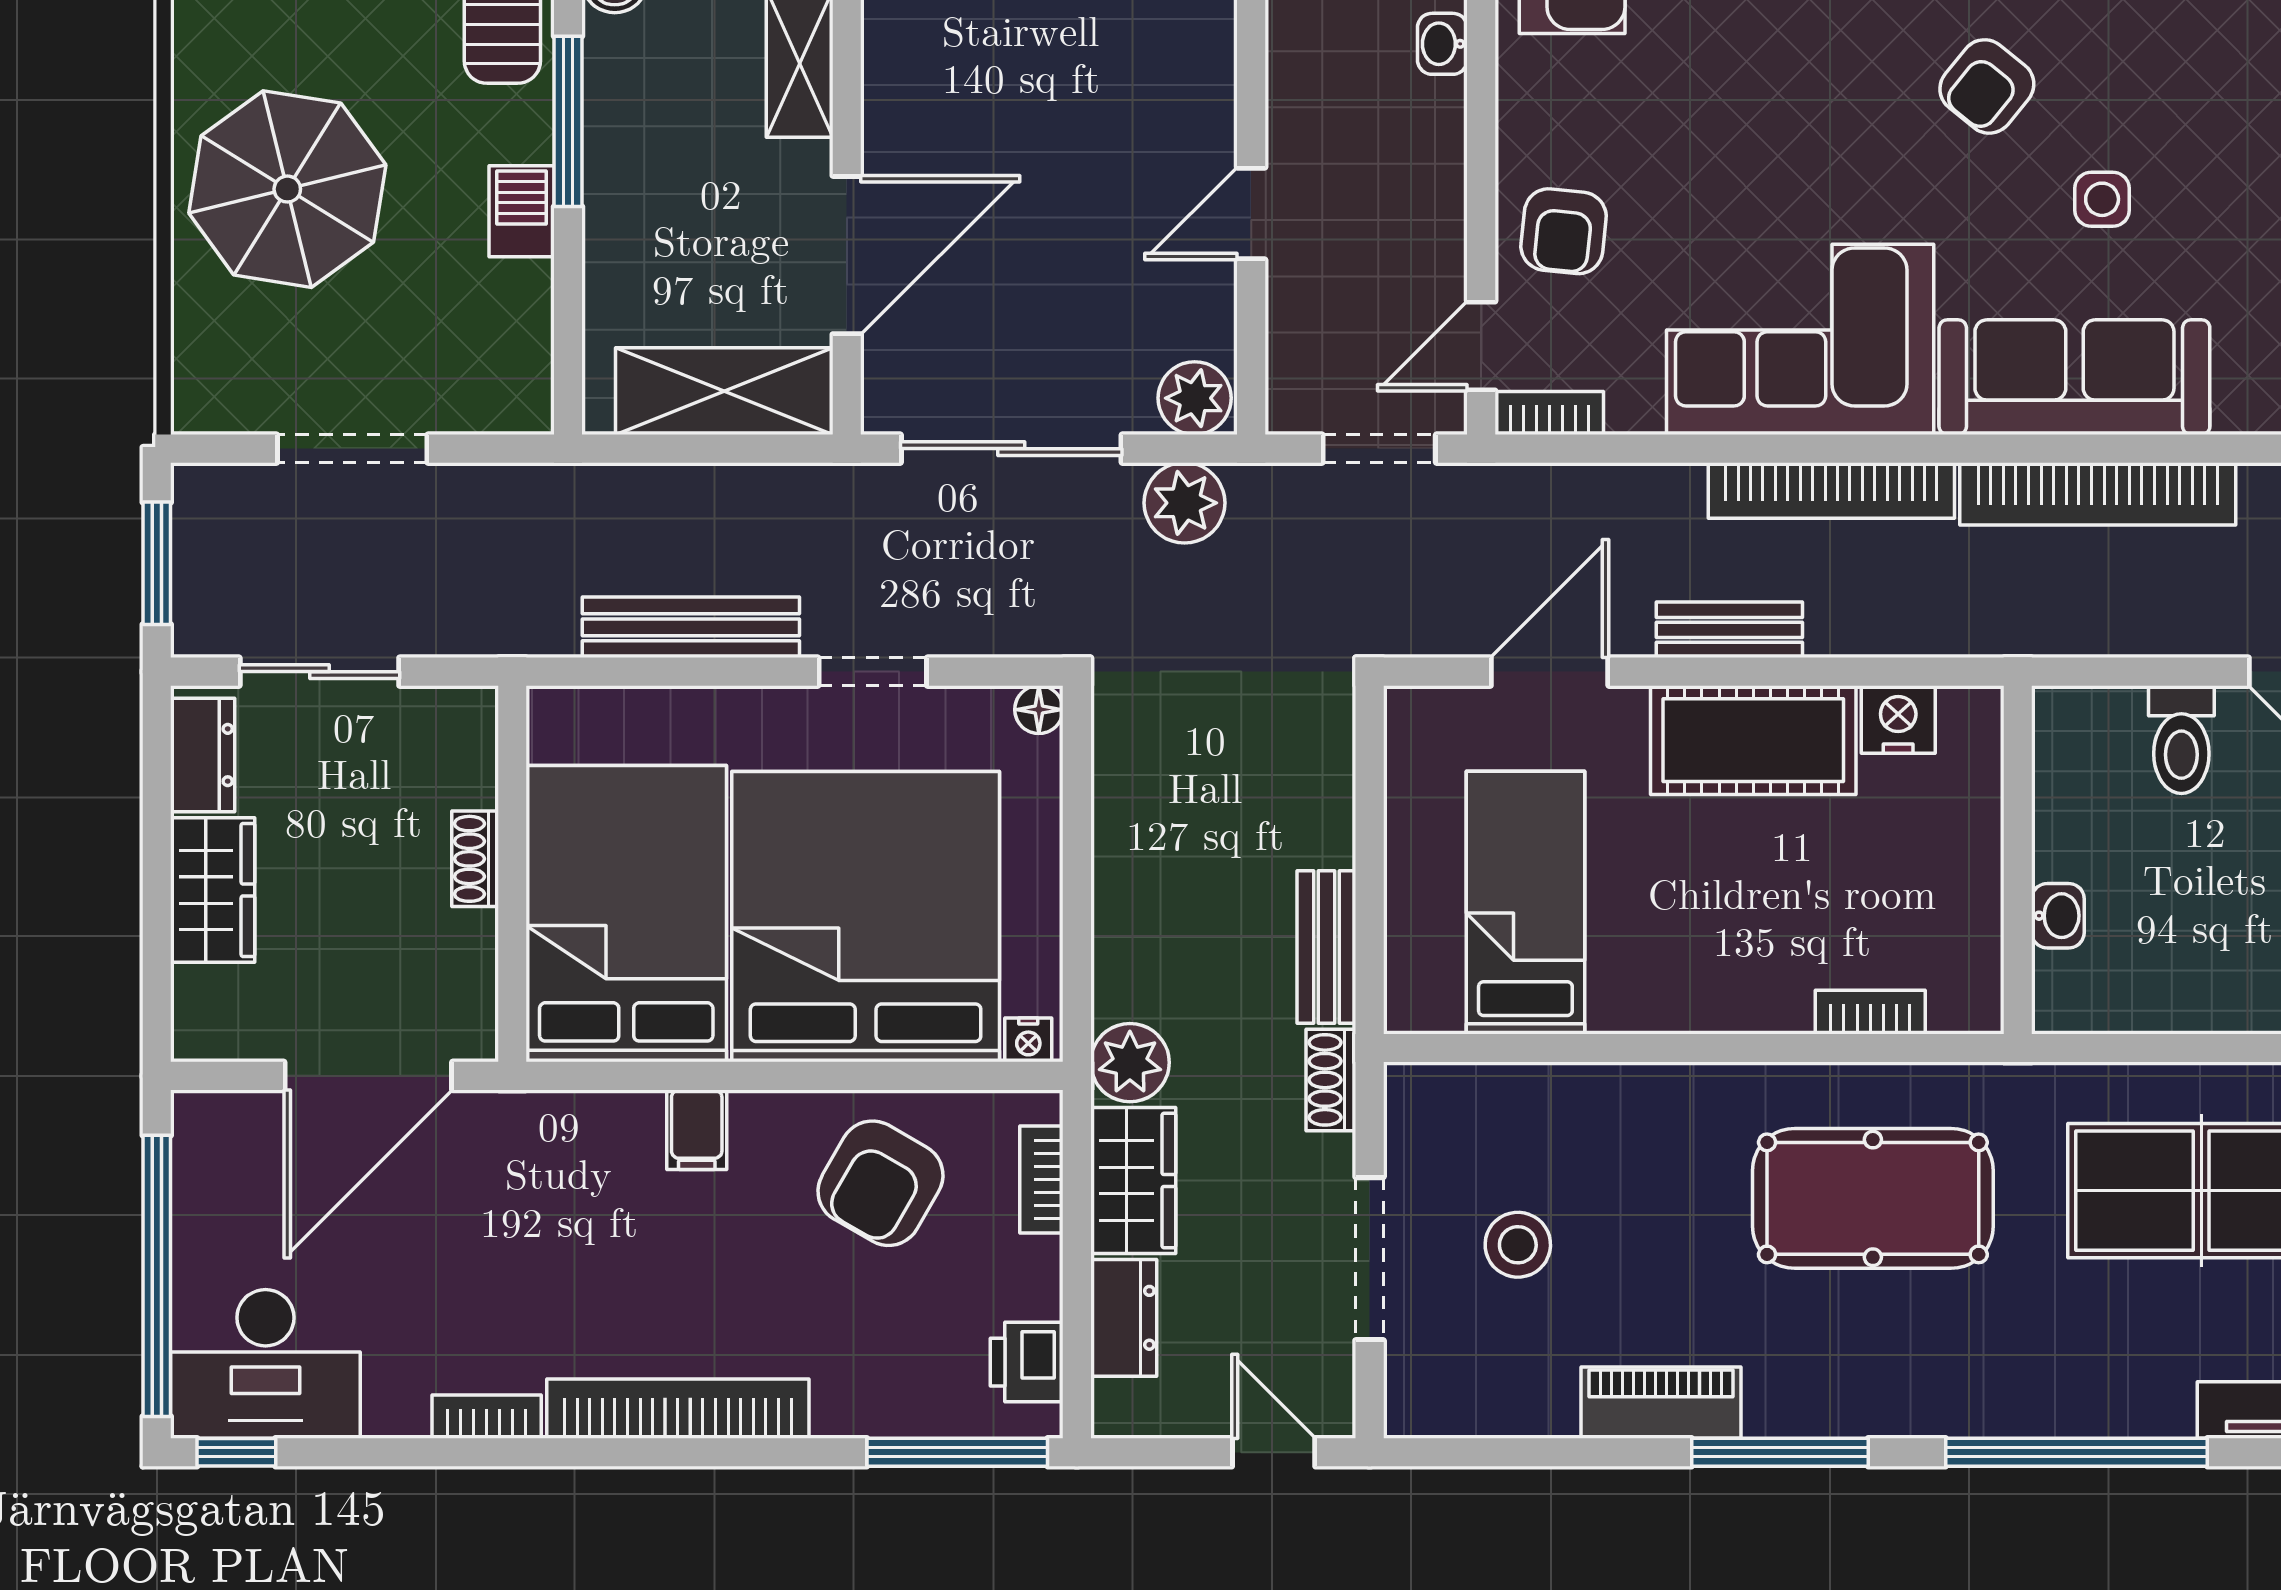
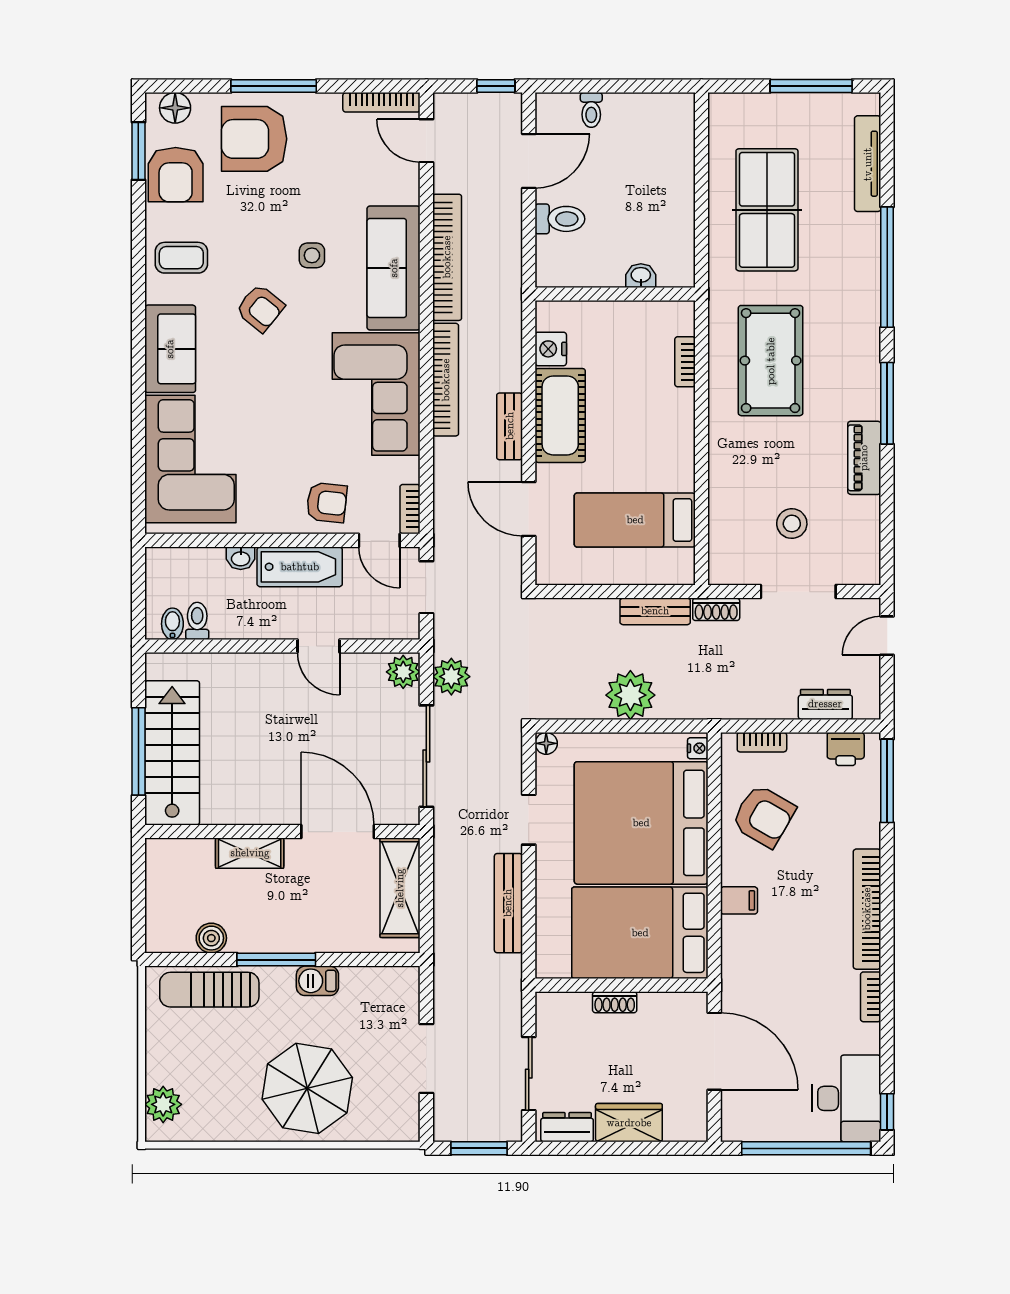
bathtub: (1424, 173) -> (300, 567), added
plant: (1130, 1063) -> (630, 695), moved, width x1.36, depth x1.36
wardrobe: (1133, 1181) -> (762, 700), removed

